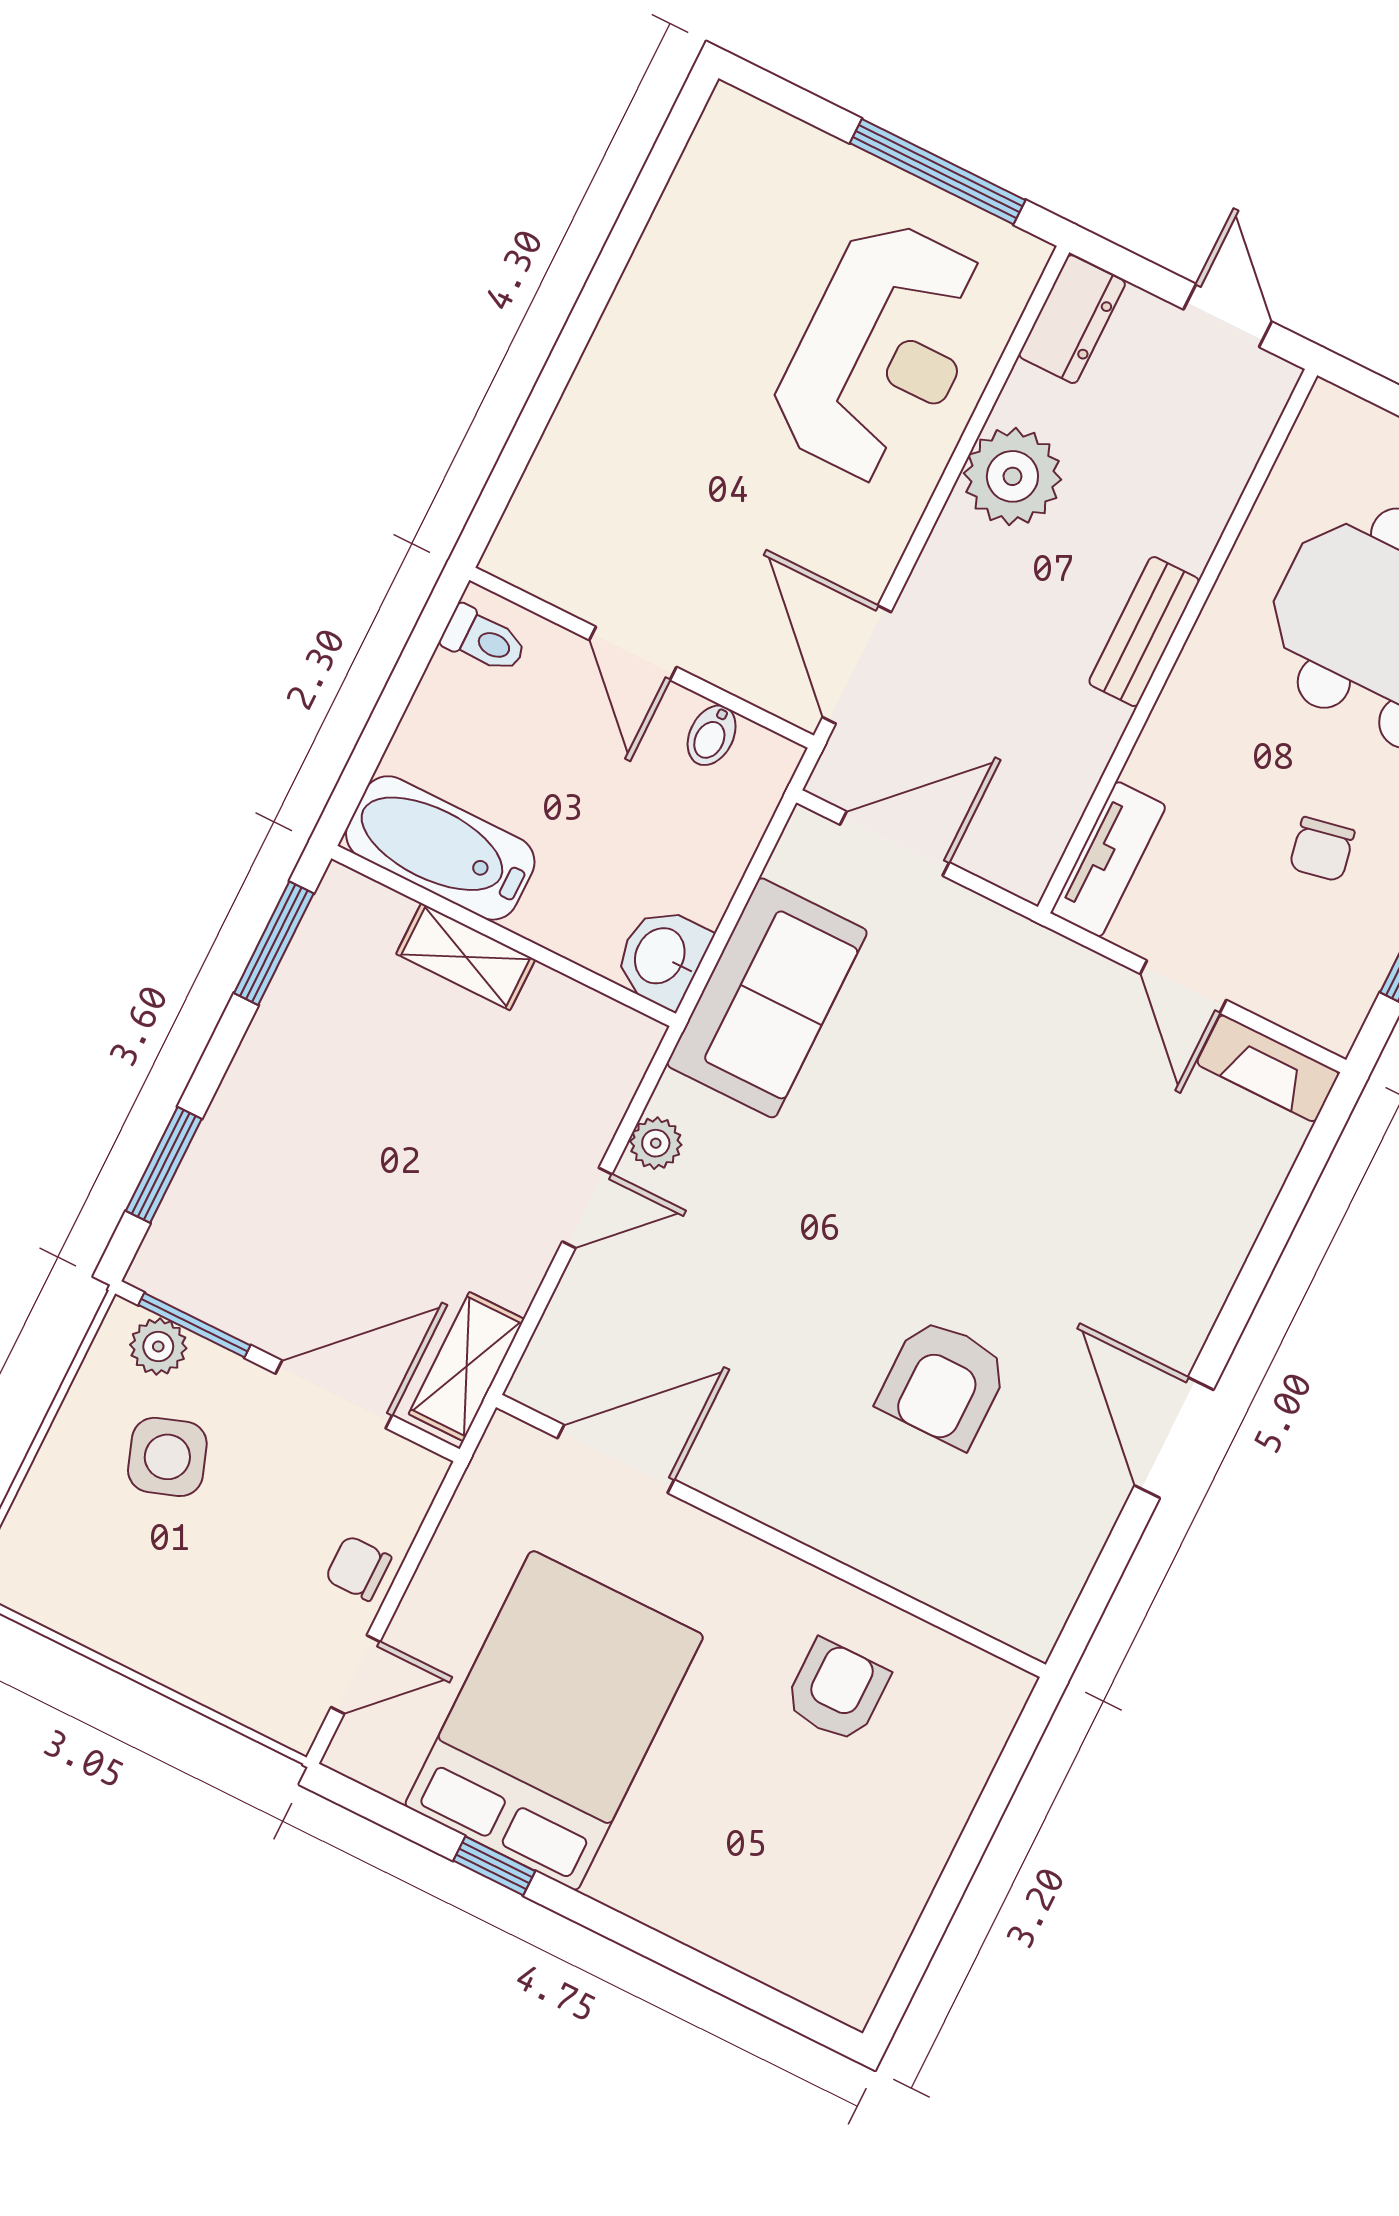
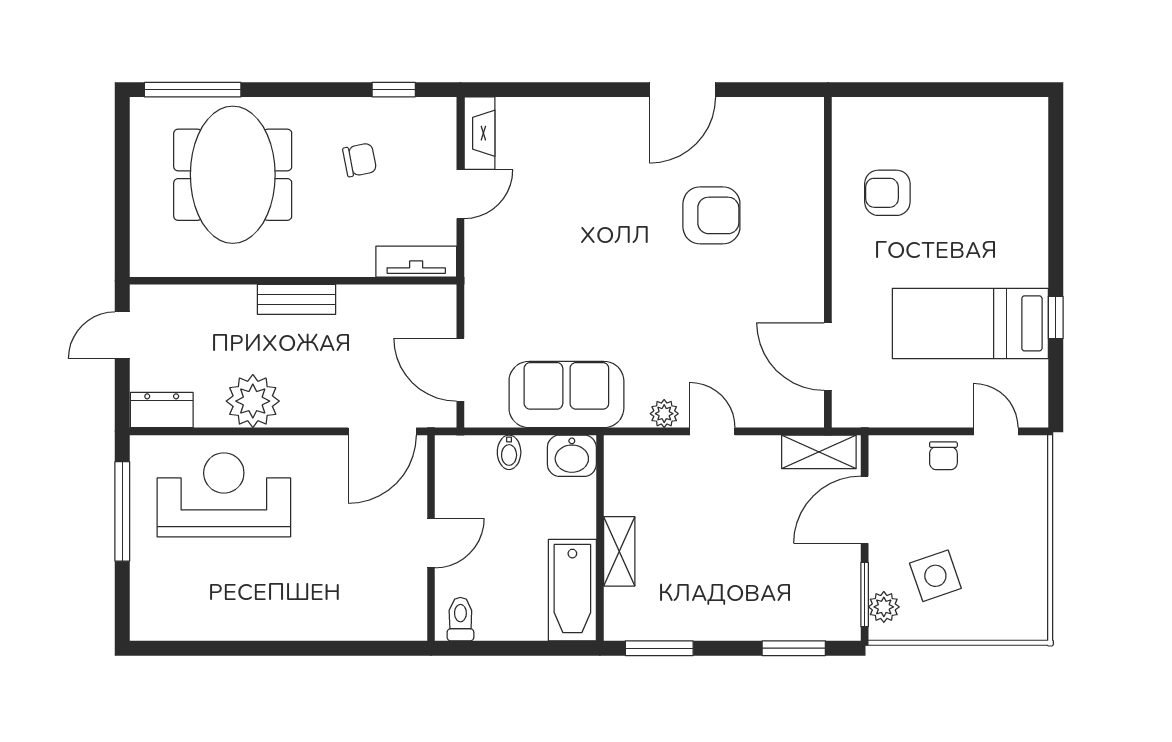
bidet: (712, 735) -> (509, 452), moved, turned 90
door: (334, 1394) -> (865, 510), hinge flipped
bed: (554, 1721) -> (970, 323), width x0.67

